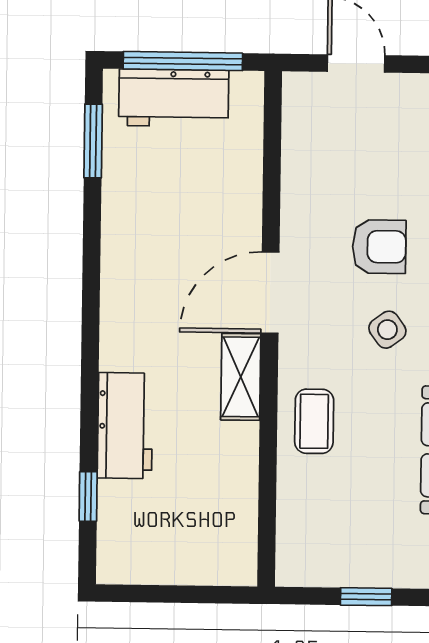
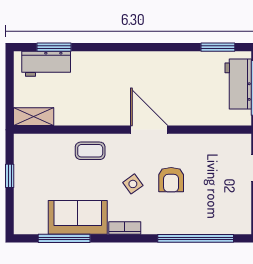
shelving: (241, 377) -> (34, 117), moved
workbench: (125, 426) -> (46, 64), moved
window: (88, 497) -> (54, 47), width x1.50

